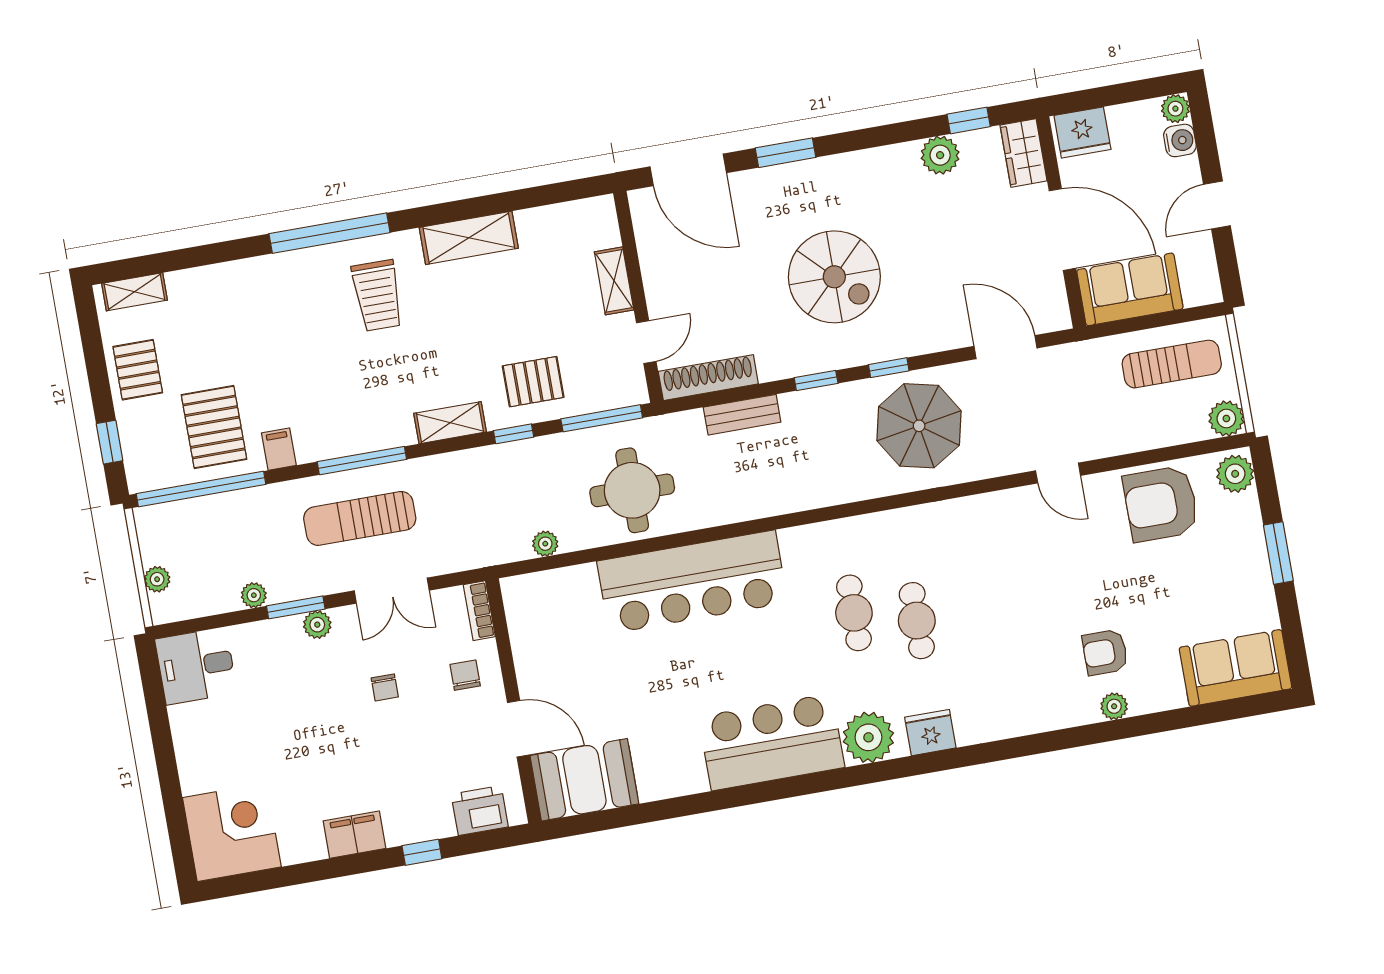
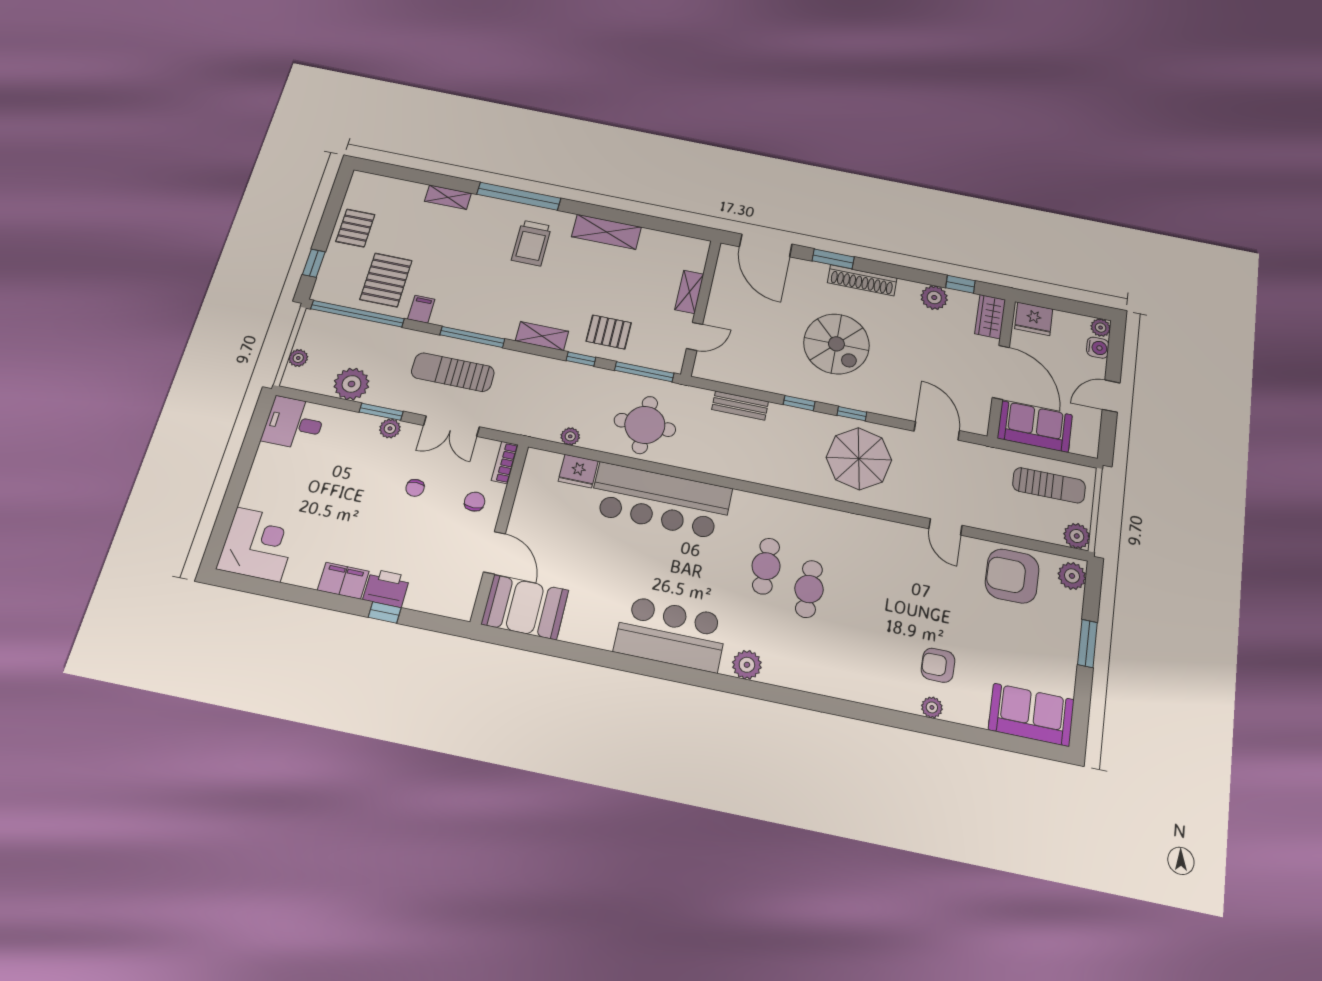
shelving: (134, 292) -> (448, 197), moved
shoe rack: (708, 378) -> (862, 280), moved, turned 180
plant: (254, 595) -> (351, 384), width x1.88, depth x1.88
fridge: (930, 733) -> (578, 471), moved, turned 180
plant: (868, 737) -> (747, 665), width x0.73, depth x0.73
printer: (480, 811) -> (386, 588), moved

